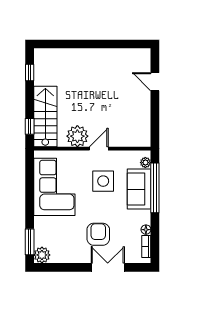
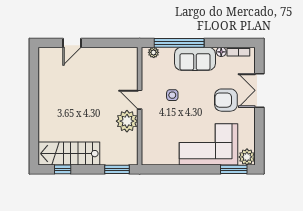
stairs: (45, 117) -> (69, 154), moved
window: (30, 126) -> (117, 169), width x1.50
side table: (103, 181) -> (172, 95), width x0.54, depth x0.54
corner sofa: (54, 187) -> (209, 144), moved
sofa: (139, 189) -> (195, 59), moved

